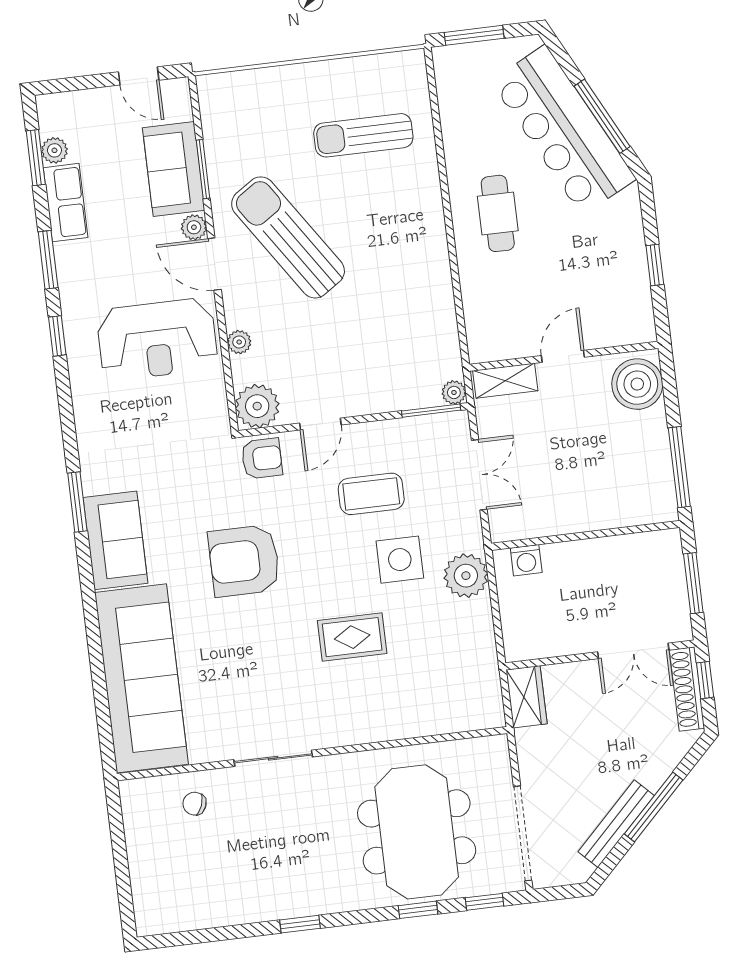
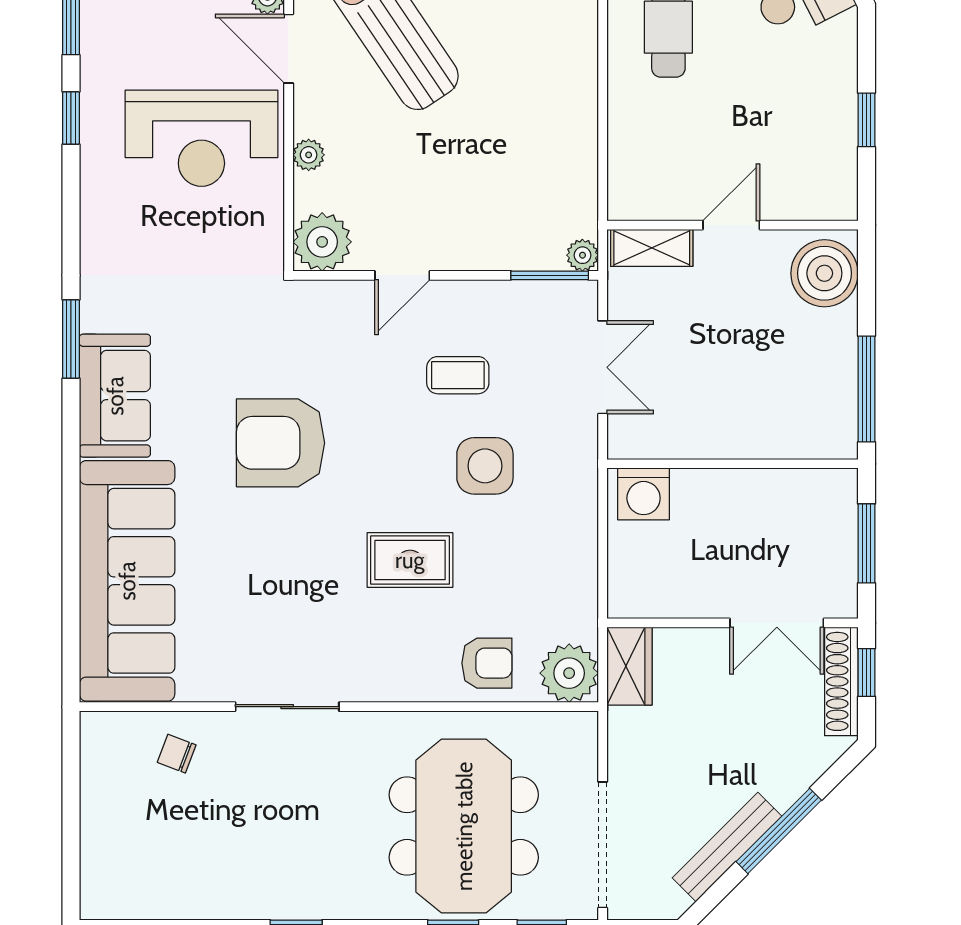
armchair: (262, 458) -> (487, 663), moved
coffee table: (371, 494) -> (458, 375), width x0.73, depth x0.77
washing machine: (526, 560) -> (644, 494), width x1.38, depth x1.38
plant: (466, 576) -> (569, 673), moved

